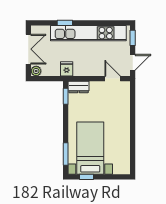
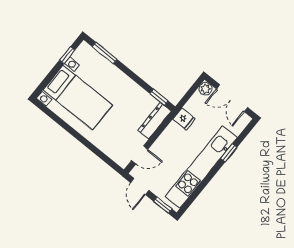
dresser: (78, 87) -> (154, 121), width x1.44
bed with nightstands: (90, 148) -> (78, 98), moved

